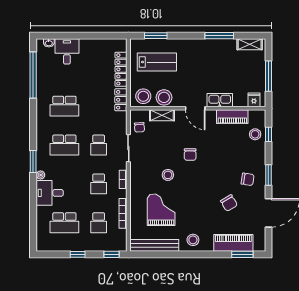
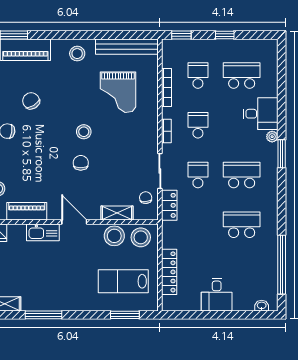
desk: (67, 51) -> (217, 295), moved
locker: (121, 100) -> (169, 205), moved
stool: (168, 175) -> (84, 132), moved

